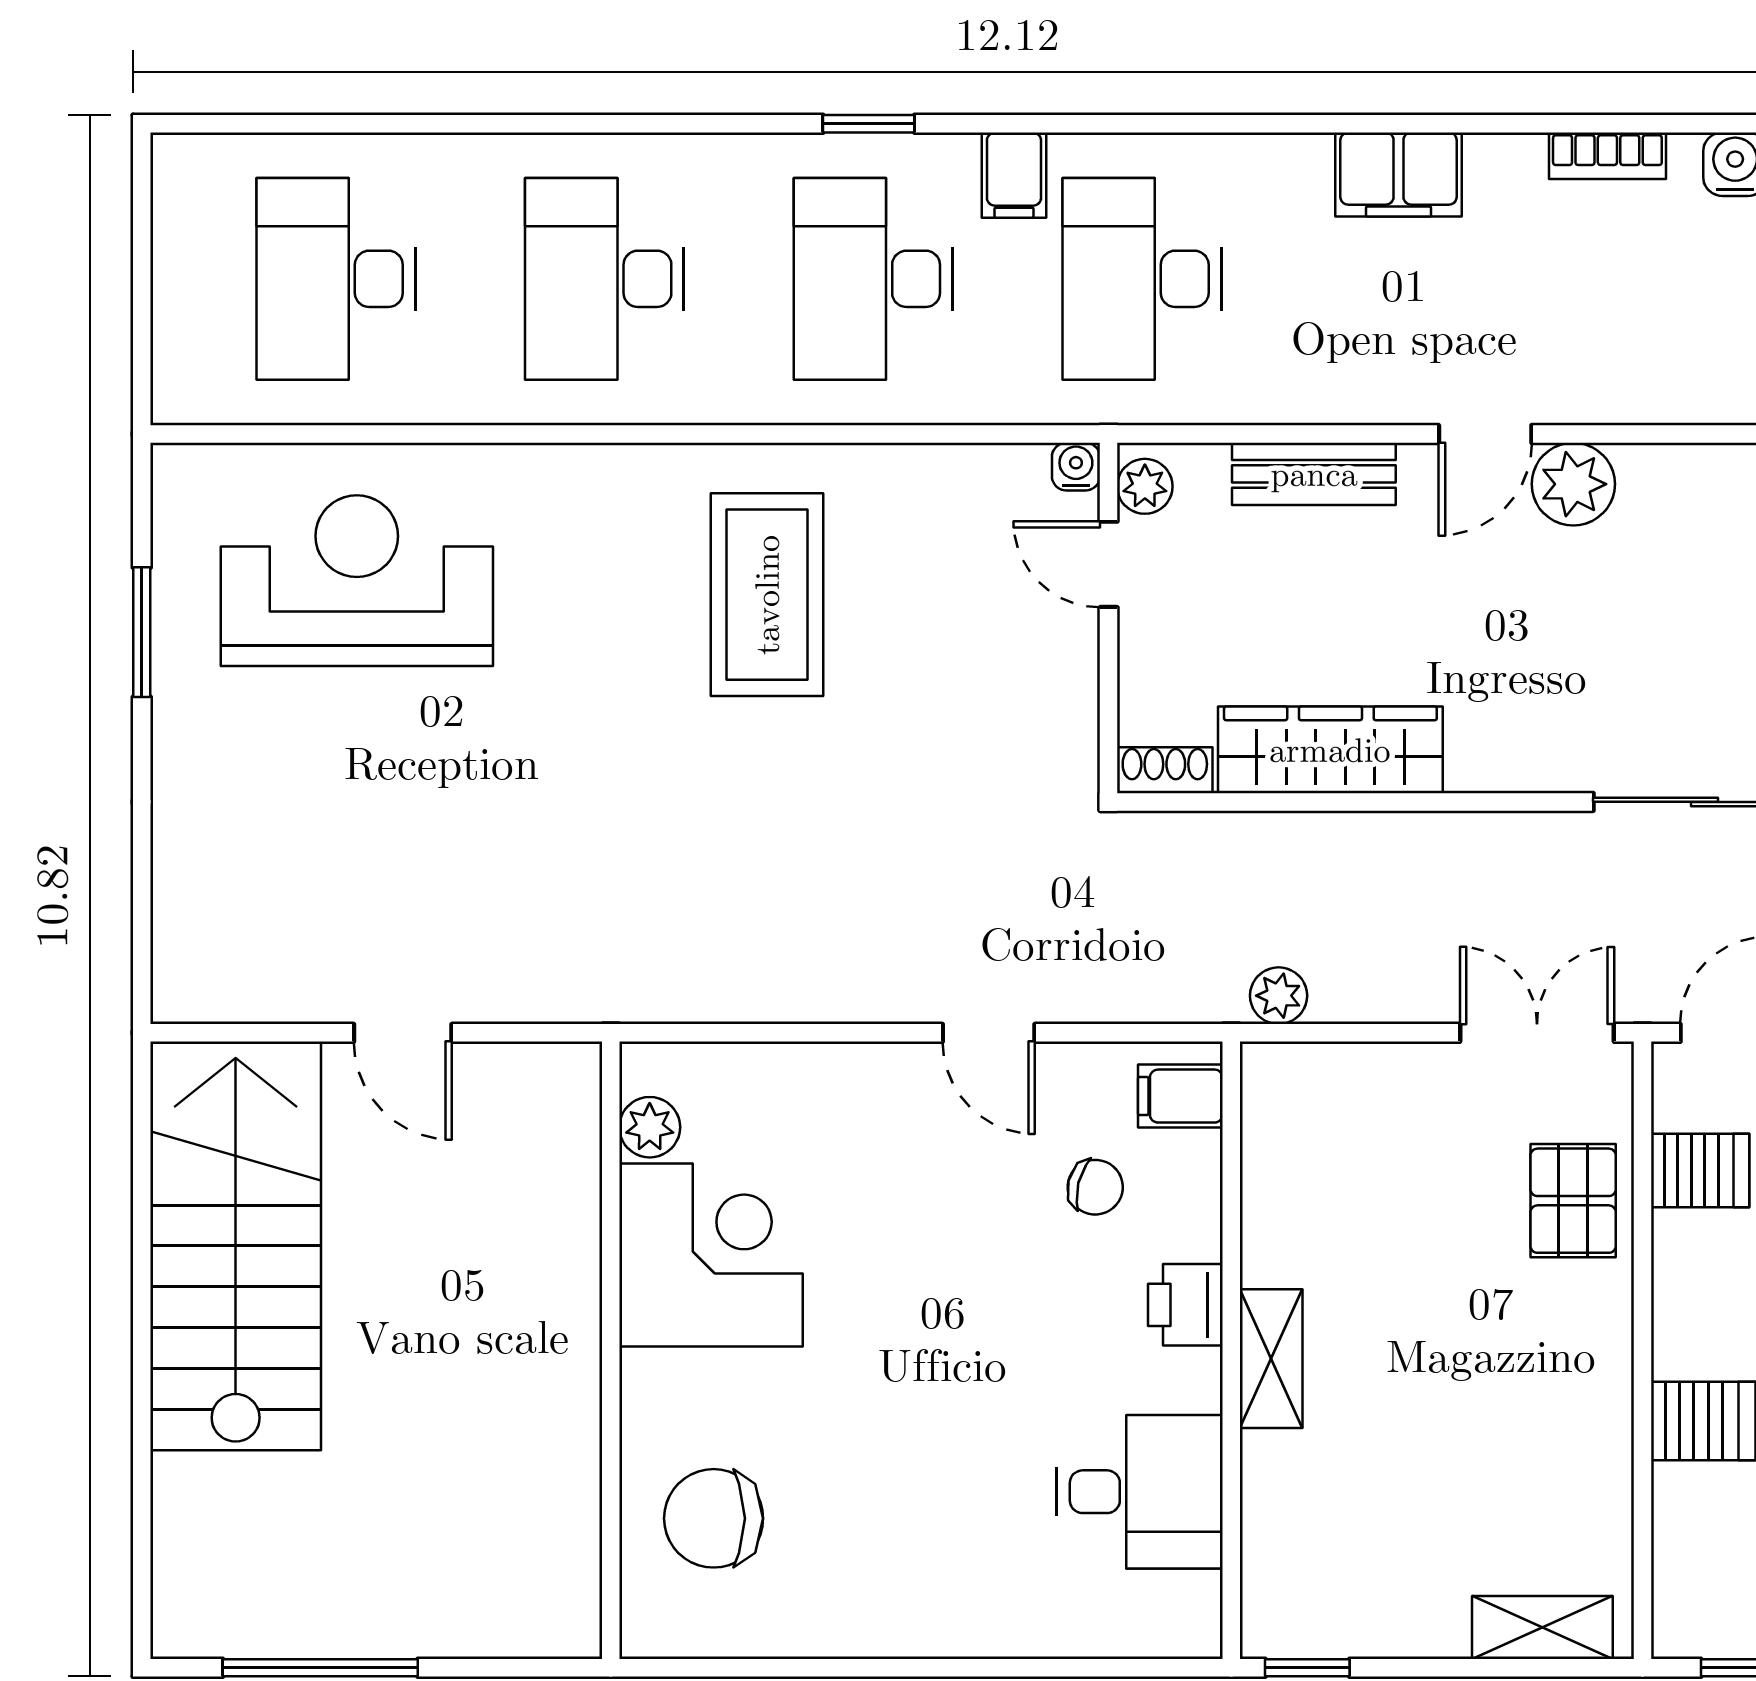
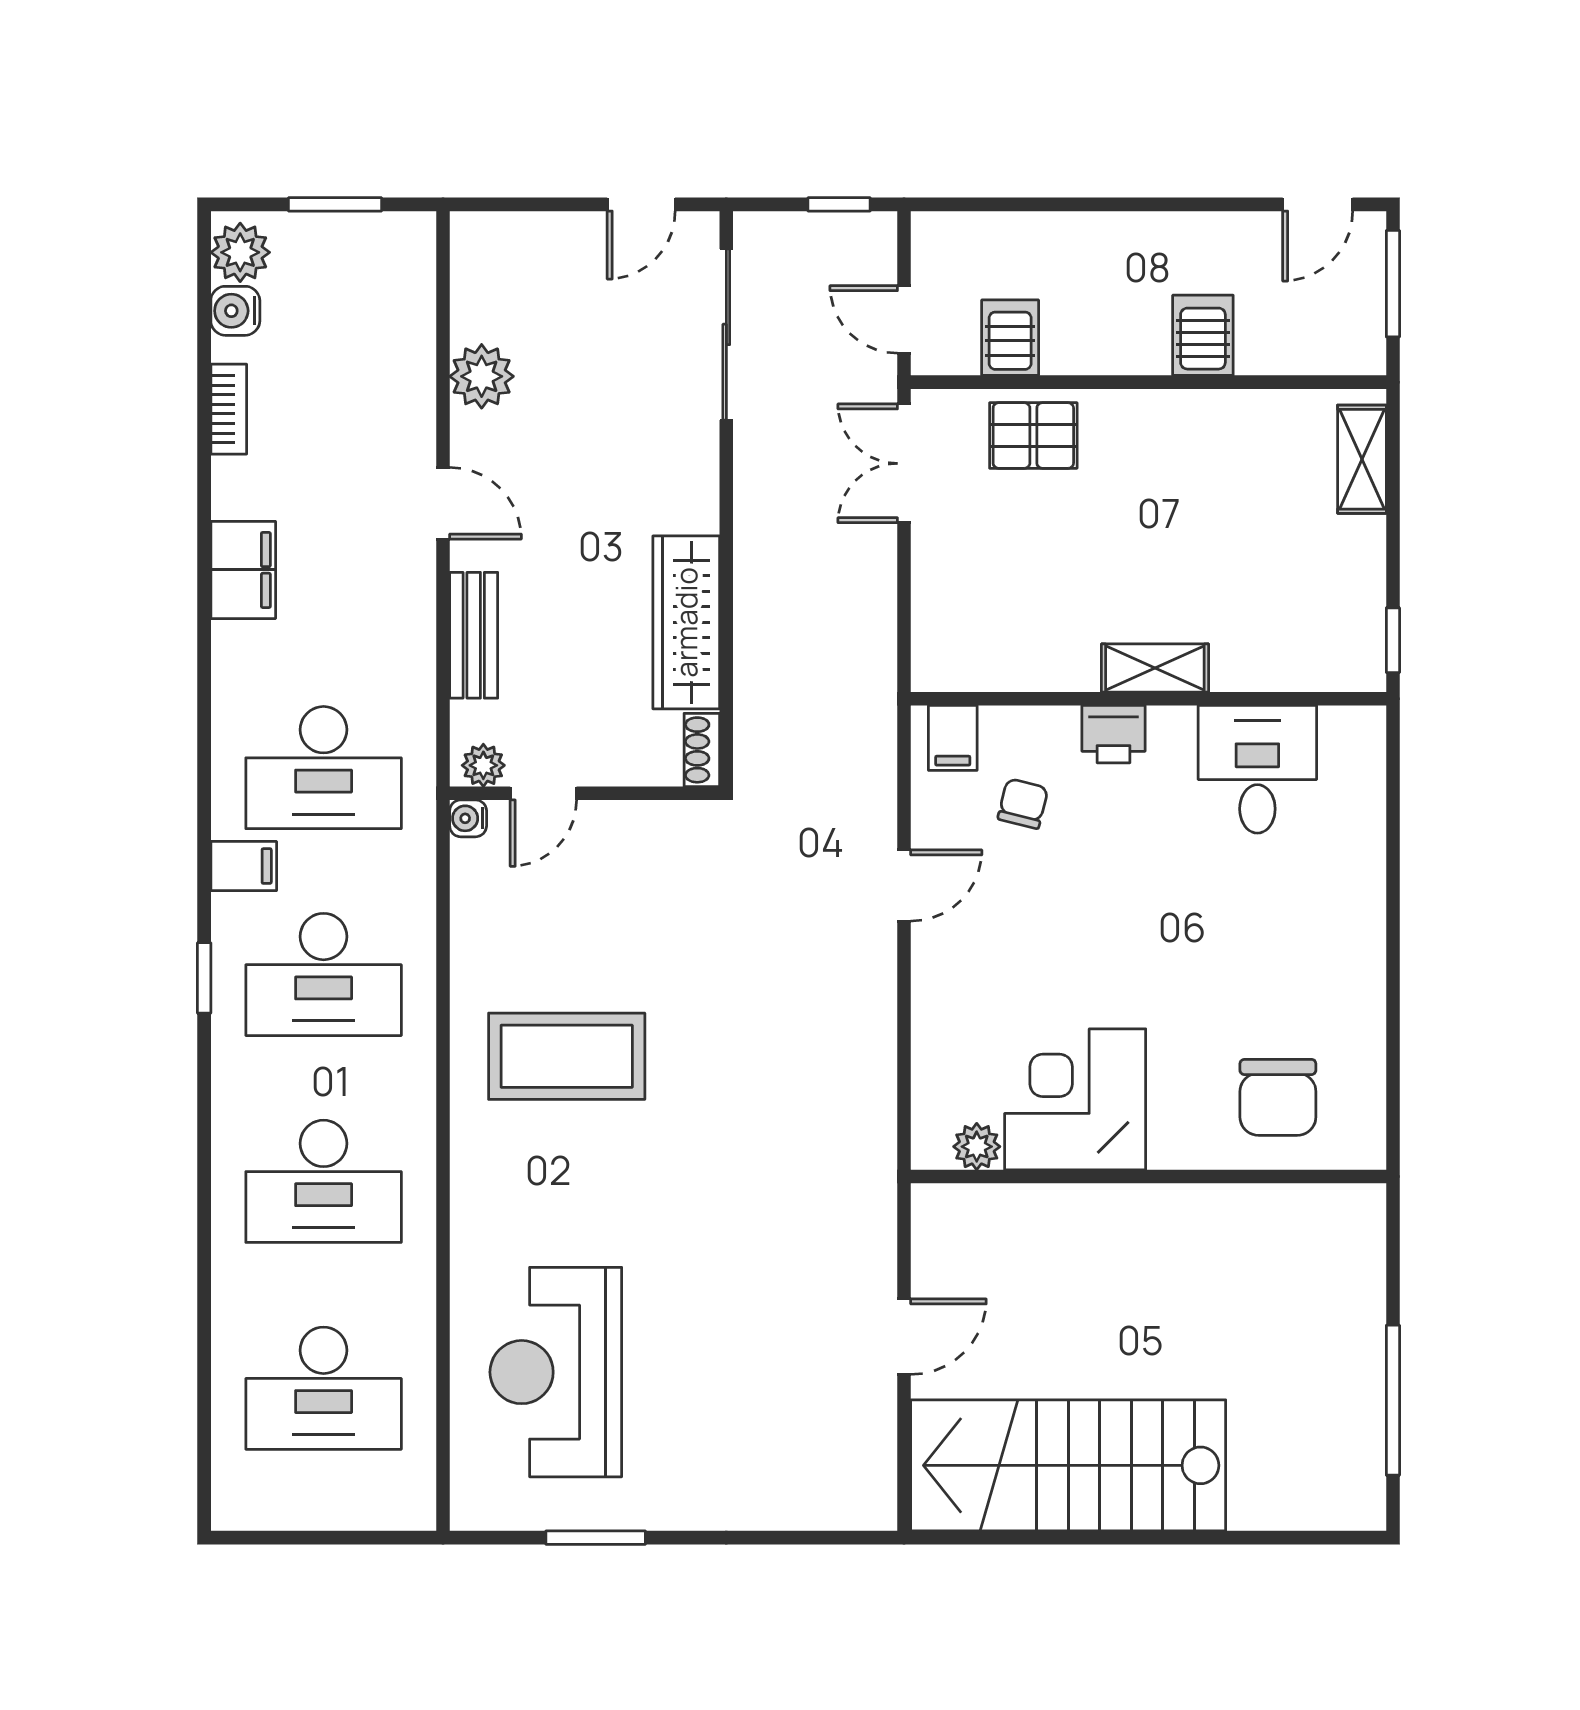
plant: (1573, 484) -> (482, 376), moved
plant: (1279, 996) -> (875, 662), removed

